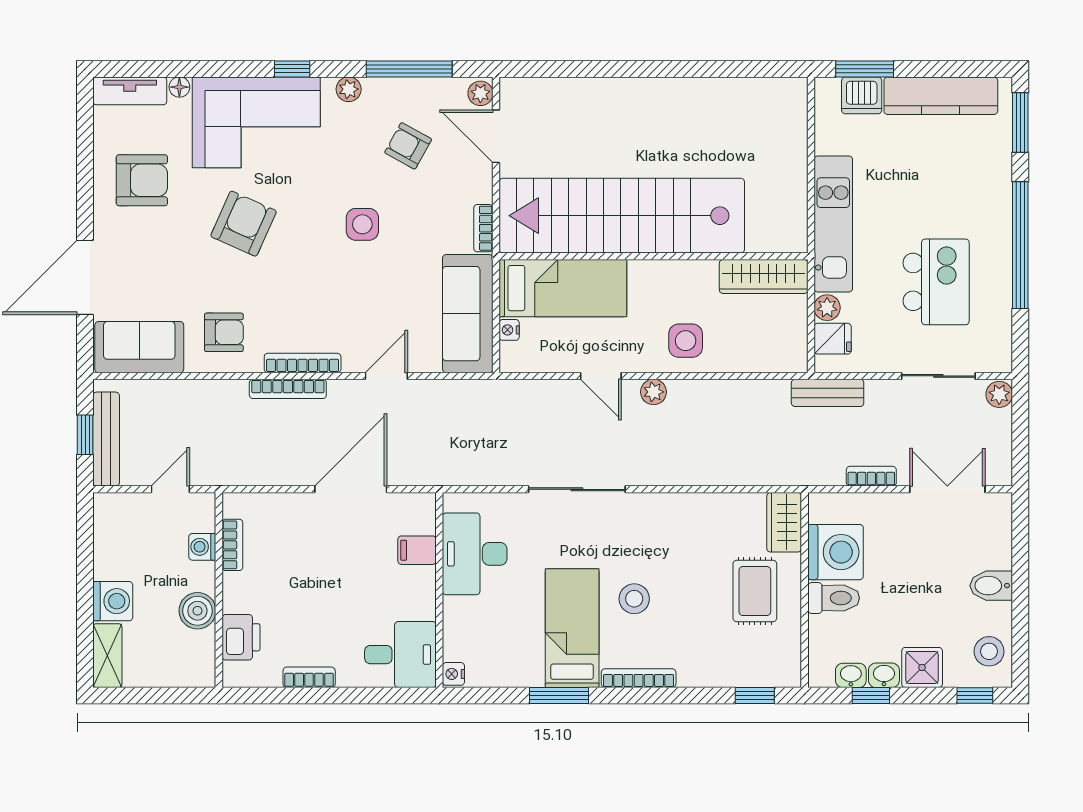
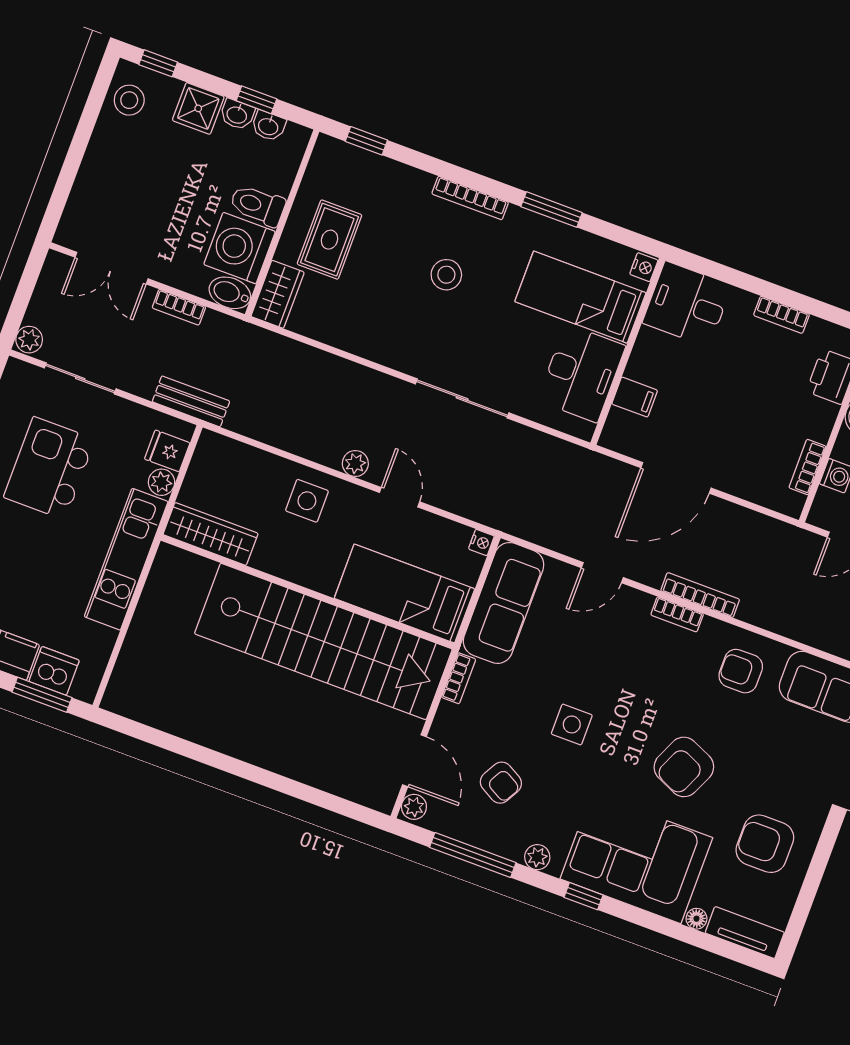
nightstand: (509, 330) -> (481, 542), moved
bookcase: (303, 363) -> (677, 614), width x0.64
bidet: (991, 586) -> (230, 293), moved, turned 180
bed: (572, 628) -> (580, 297), moved, turned 90

